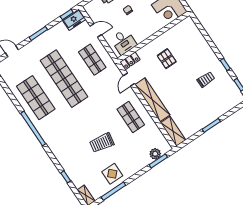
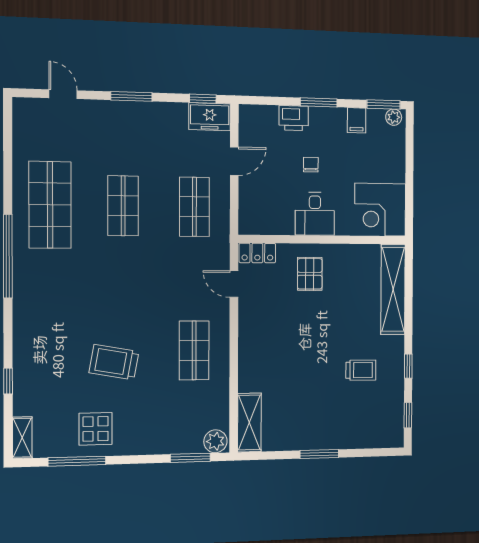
door: (96, 30) -> (234, 161), hinge flipped
desk: (124, 42) -> (315, 214), moved
pallet: (167, 59) -> (310, 274), moved
shop shelf: (64, 79) -> (123, 206), width x0.50, depth x0.74
door: (129, 80) -> (234, 284), hinge flipped
shelving: (152, 100) -> (393, 289), moved
plant: (155, 154) -> (215, 441), moved

